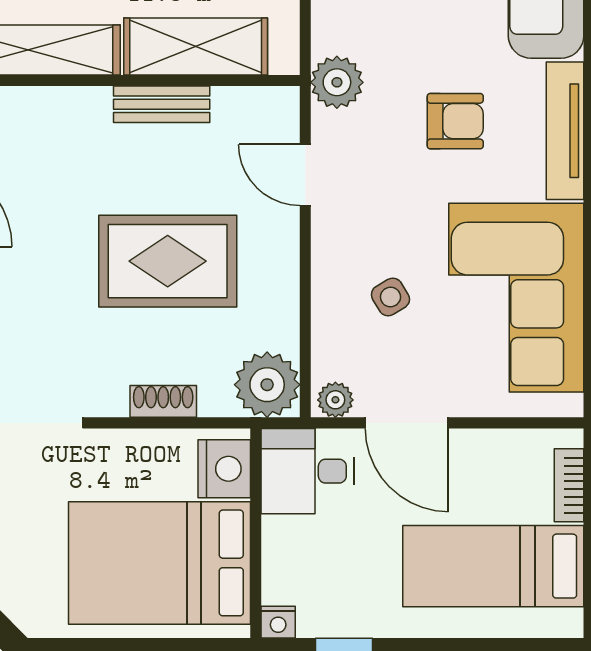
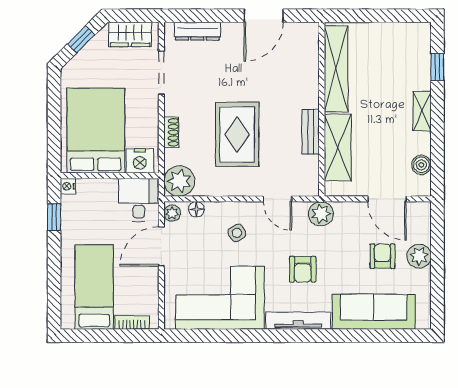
door: (305, 175) -> (277, 199), swing flipped
side table: (390, 297) -> (237, 233), moved
floor lamp: (327, 348) -> (196, 209), added

